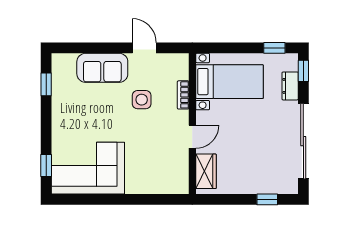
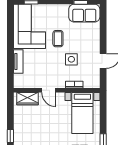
sofa: (102, 68) -> (84, 13), moved, turned -90
coffee table: (108, 122) -> (58, 39), added
tv unit: (145, 187) -> (18, 61), added

